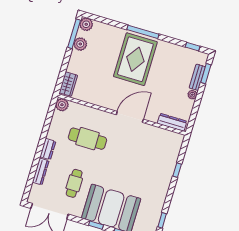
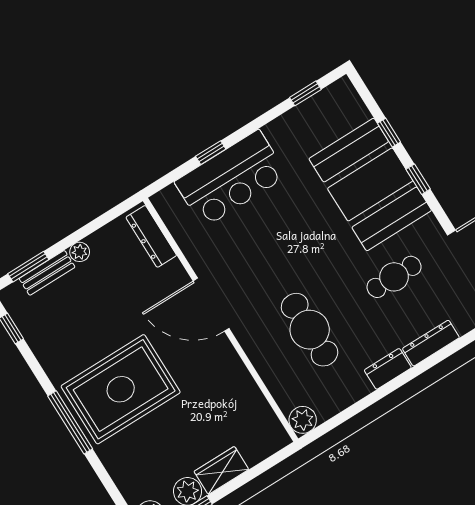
wardrobe: (68, 84) -> (221, 470), moved
bar counter: (162, 167) -> (231, 179), added

